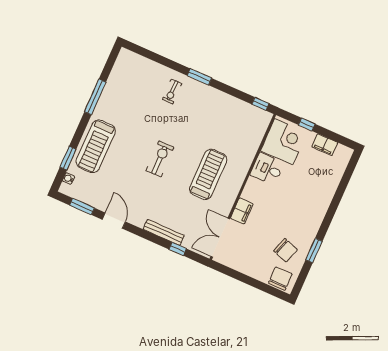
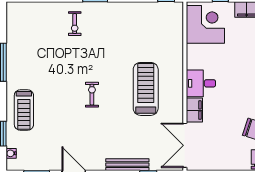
treadmill: (96, 146) -> (24, 110), width x0.73, depth x0.73
exercise bike: (160, 159) -> (92, 95), width x0.73, depth x0.72
desk: (267, 169) -> (201, 83), moved

